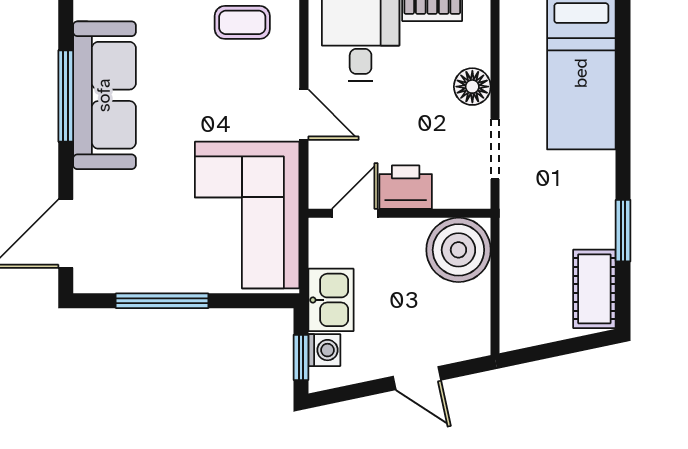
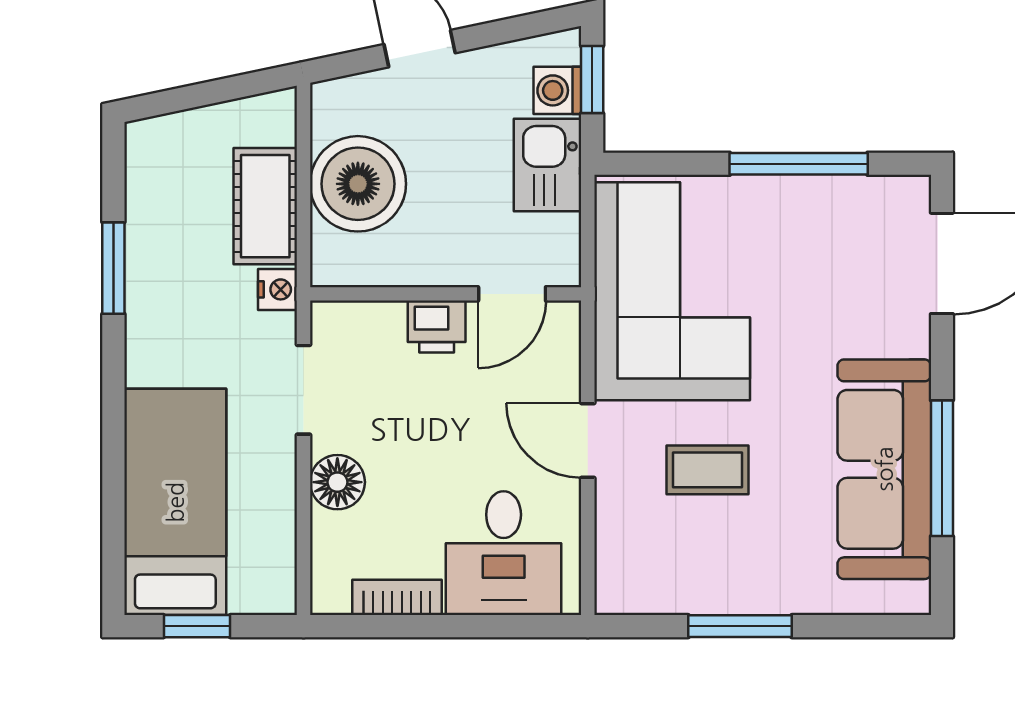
coffee table: (242, 22) -> (708, 470), moved
printer: (406, 187) -> (437, 326), width x0.73, depth x0.81
nightstand: (513, 216) -> (278, 289), added
boiler: (458, 250) -> (358, 184), moved
cot: (594, 289) -> (265, 206), moved

